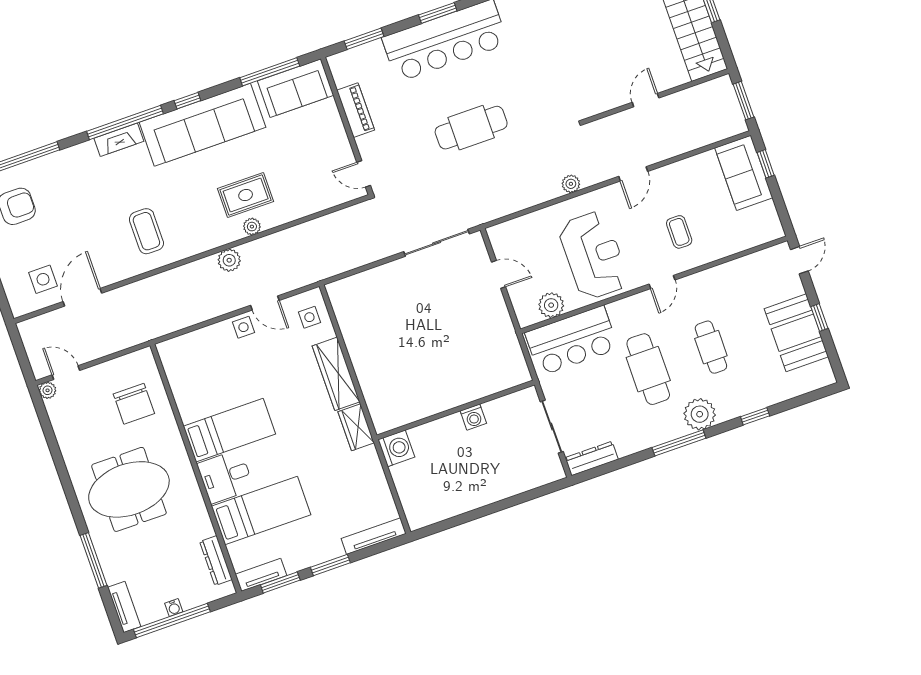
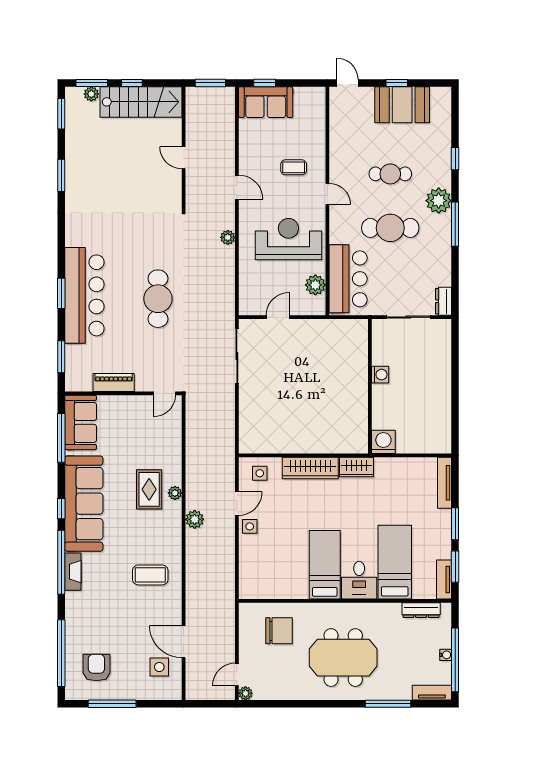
dresser: (592, 459) -> (444, 301), width x0.70
meeting table: (129, 489) -> (343, 658), turned 90

